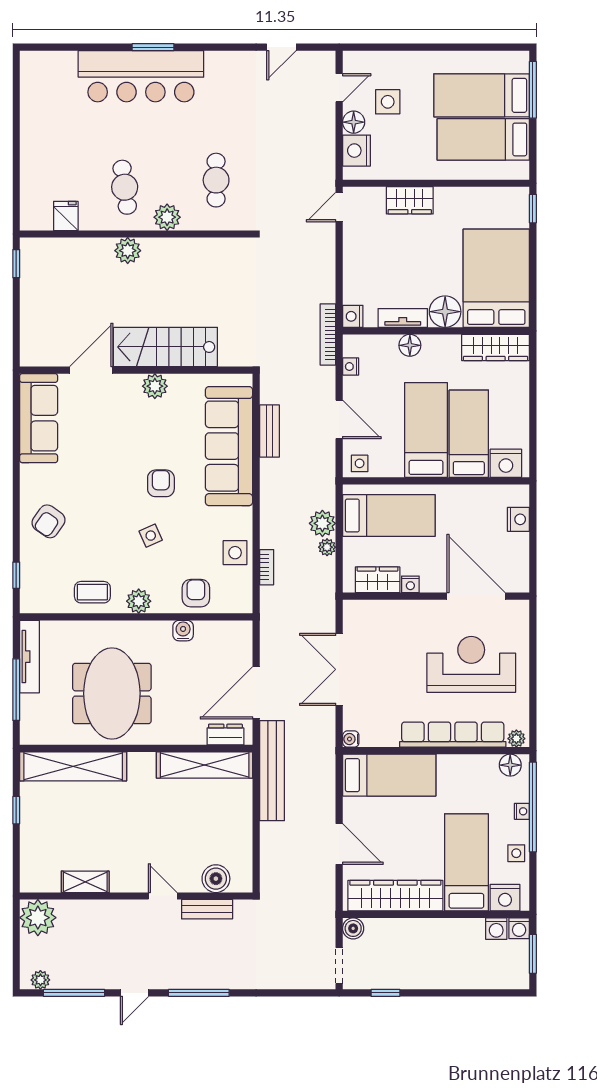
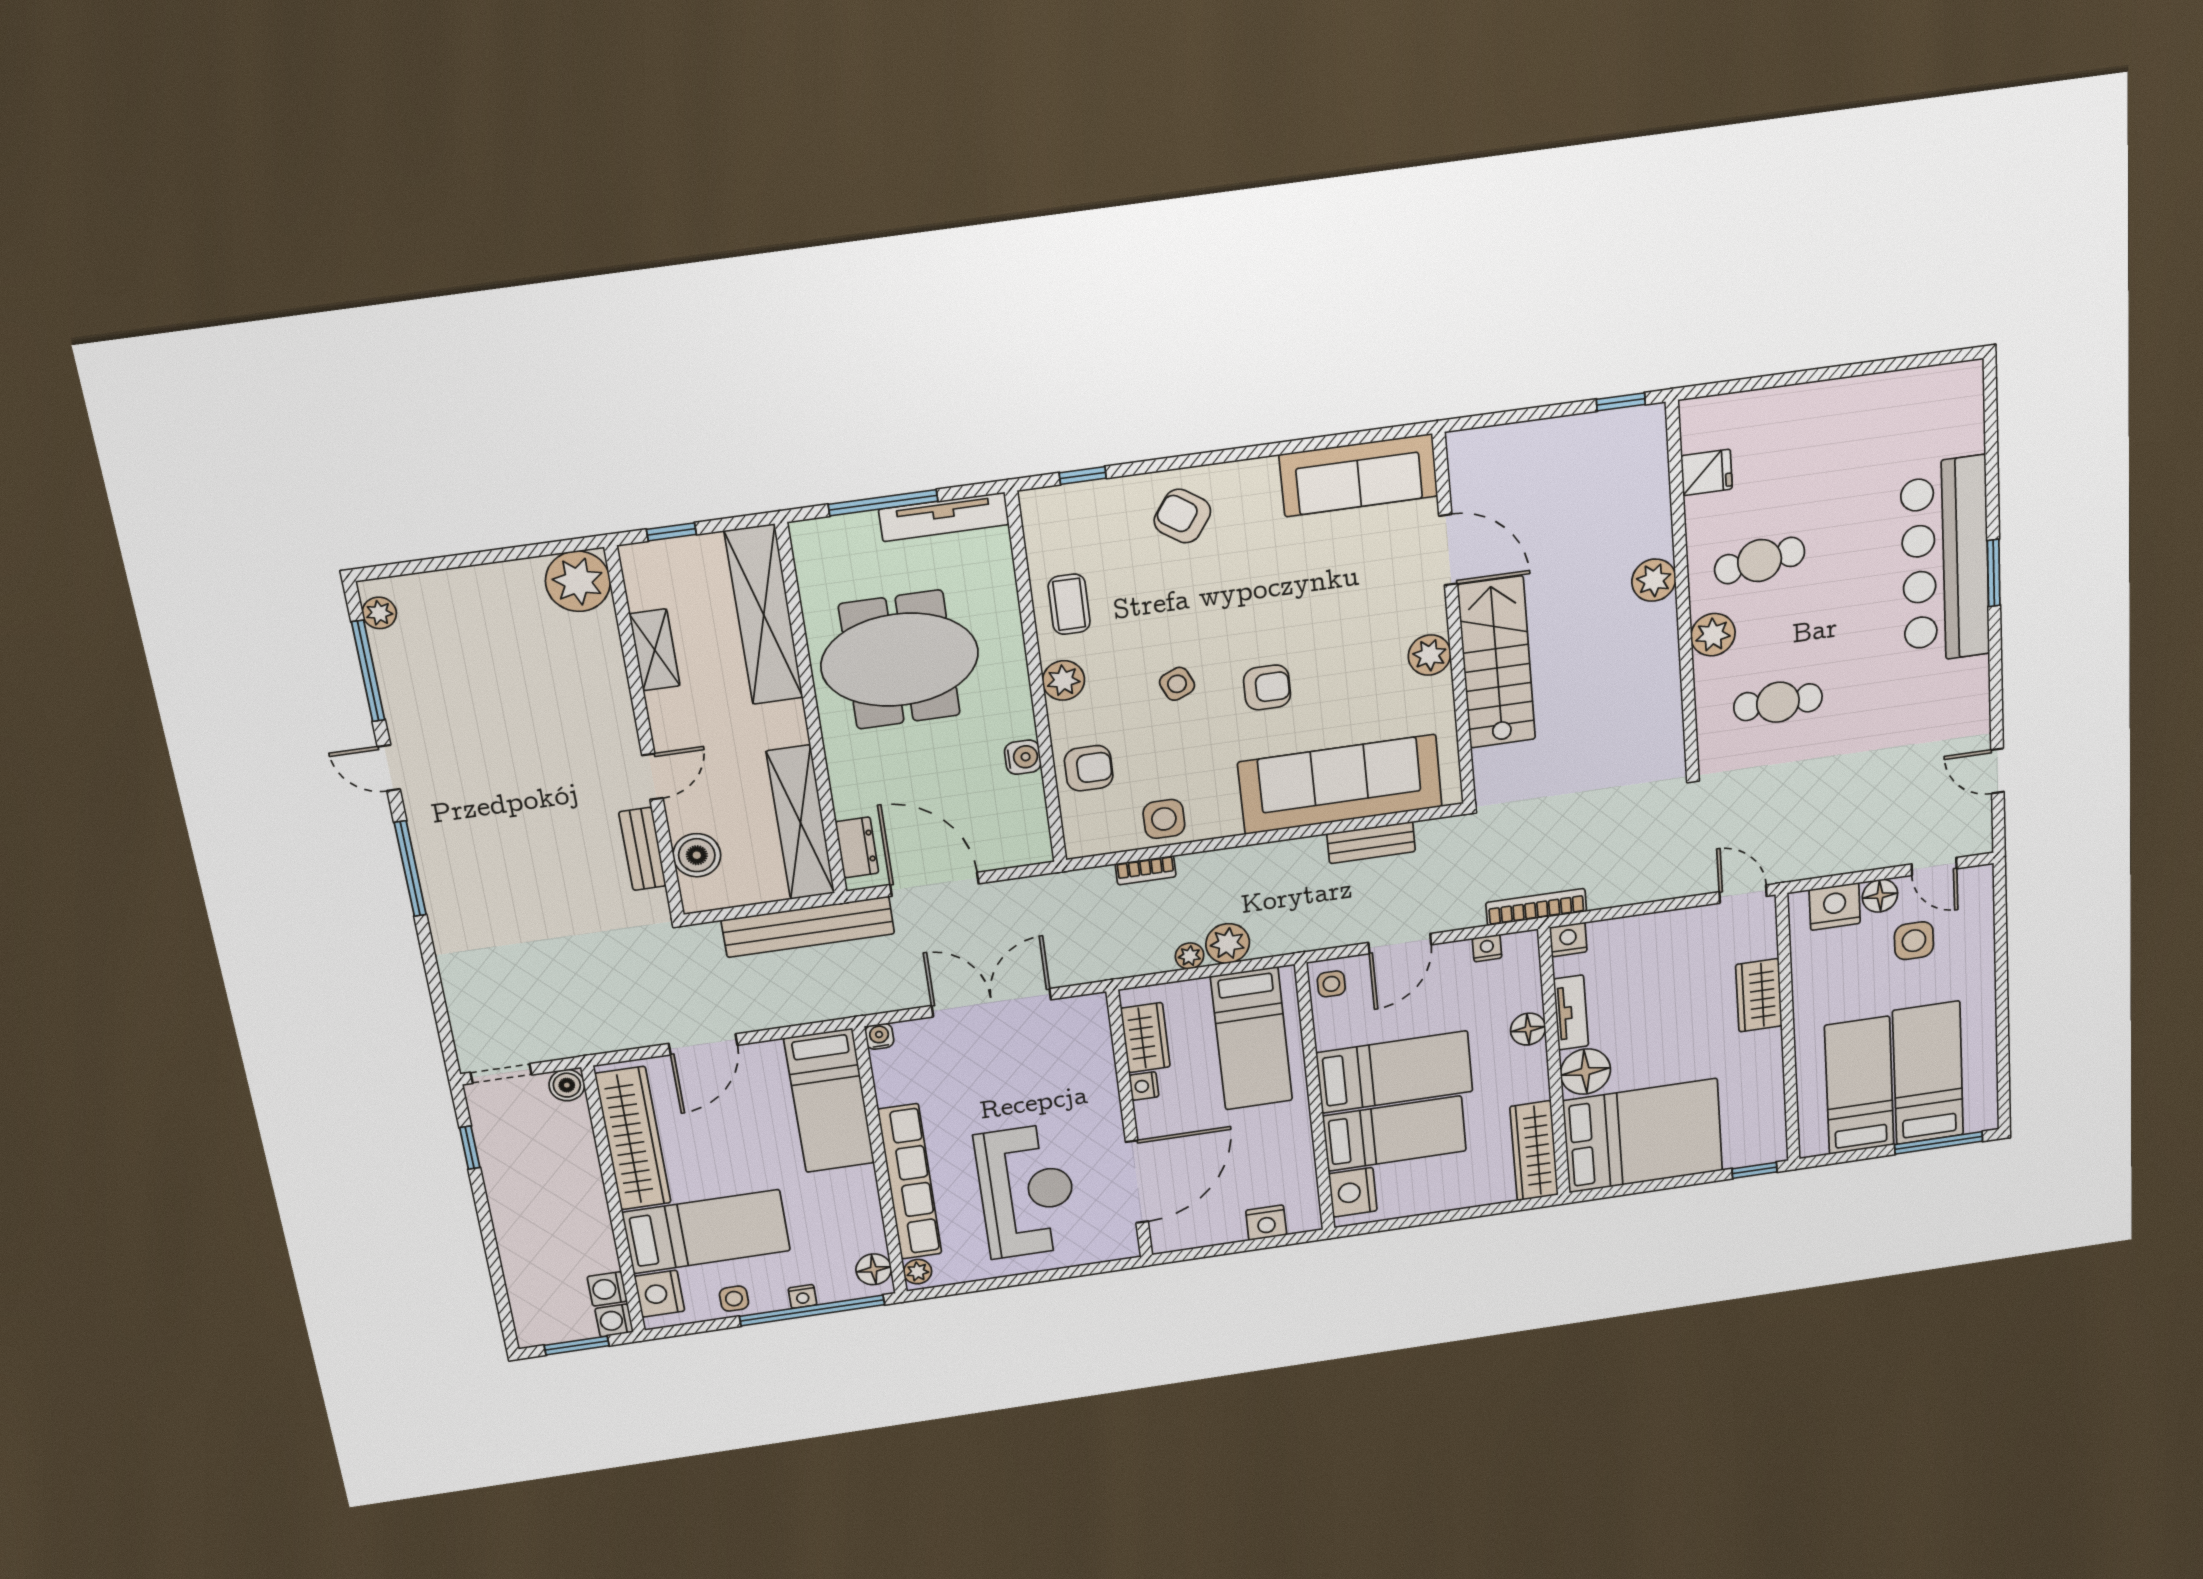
boiler: (216, 879) -> (697, 855), moved
shelving: (85, 882) -> (655, 650), moved
wall: (136, 896) -> (645, 735), moved
door: (163, 896) -> (652, 777), moved
bench: (207, 909) -> (642, 849), moved
plant: (38, 918) -> (578, 581), moved

